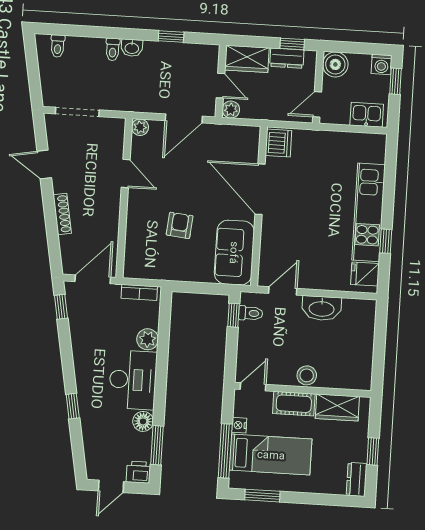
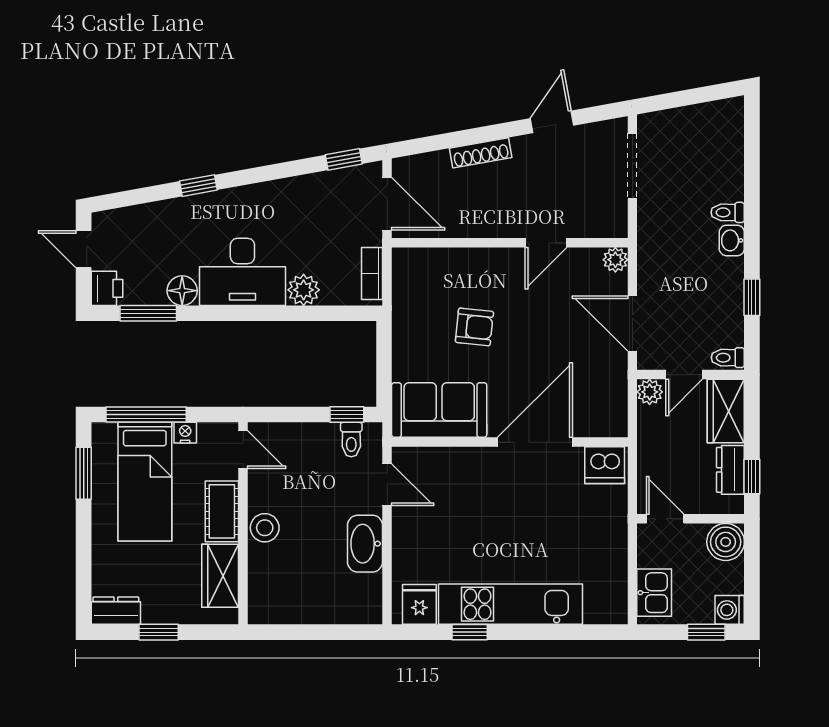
toilet: (58, 46) -> (728, 358), moved

